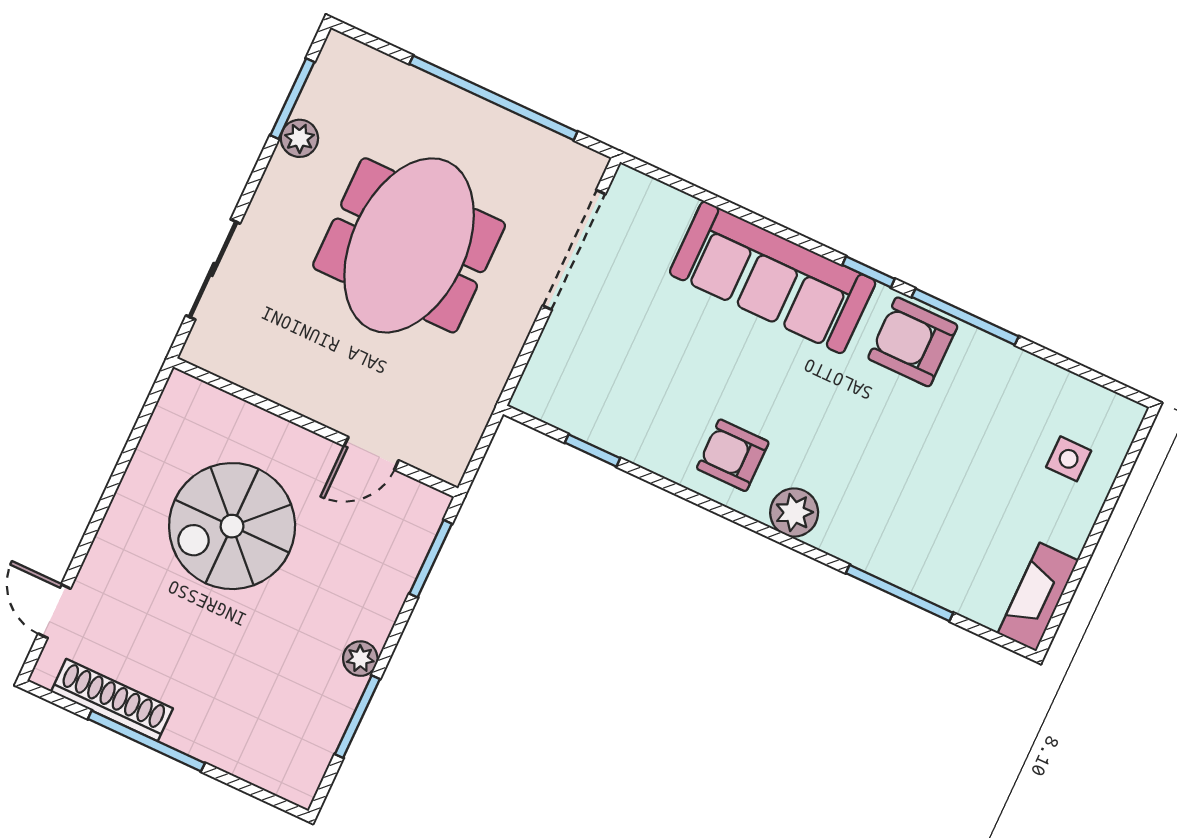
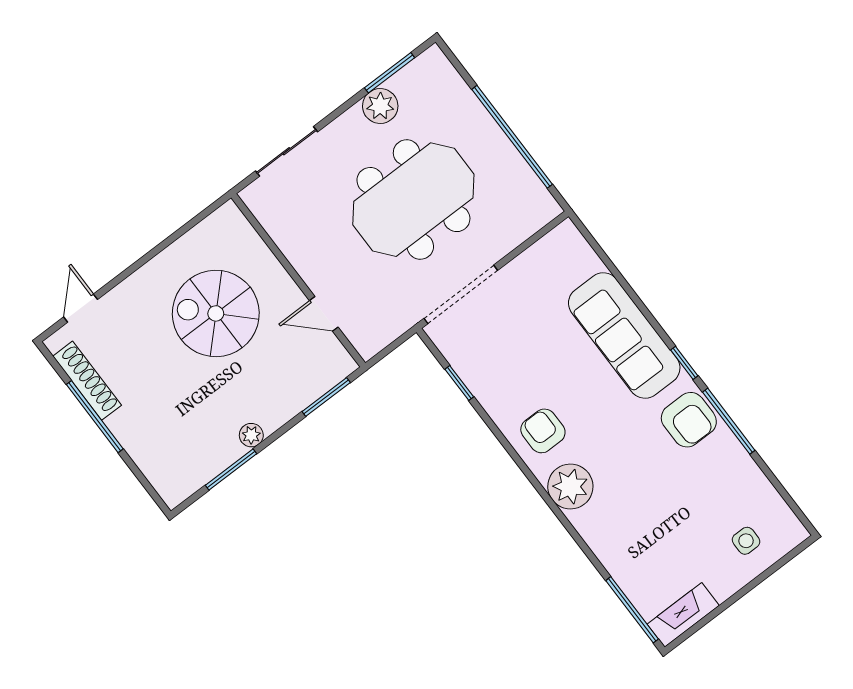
plant: (299, 138) -> (380, 106), width x1.38, depth x1.38
doorway: (574, 250) -> (461, 294), moved
armchair: (913, 342) -> (689, 420), turned 180
plant: (794, 512) -> (570, 487), width x1.36, depth x1.36
window: (900, 593) -> (632, 610), moved

